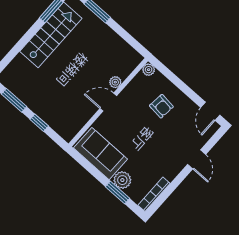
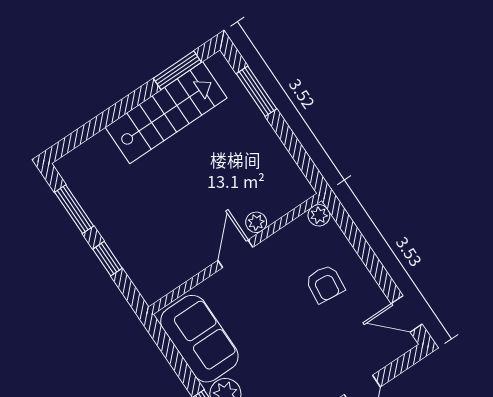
door: (108, 102) -> (235, 254), hinge flipped
door: (210, 111) -> (407, 314), hinge flipped

